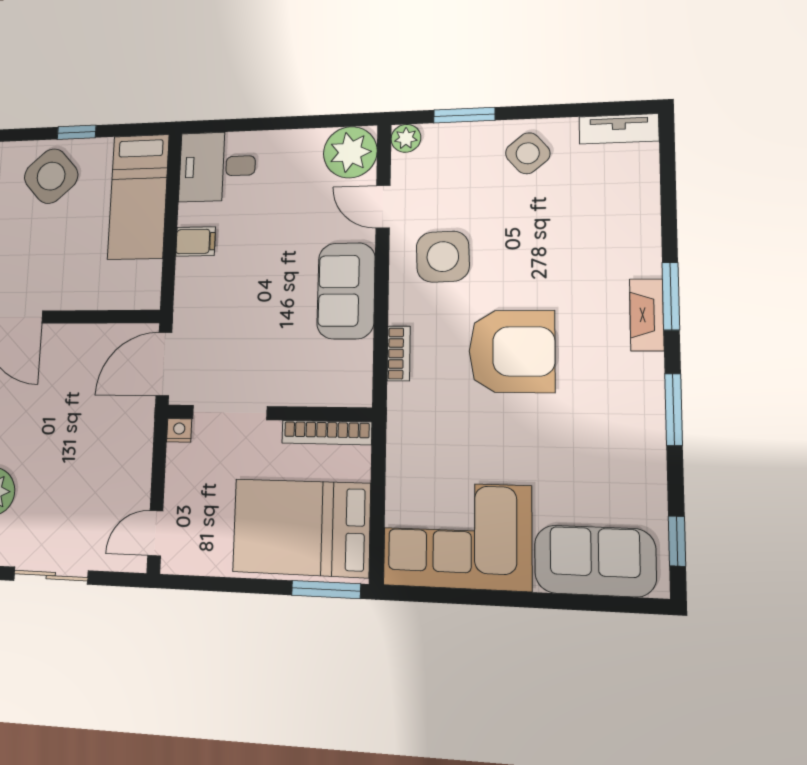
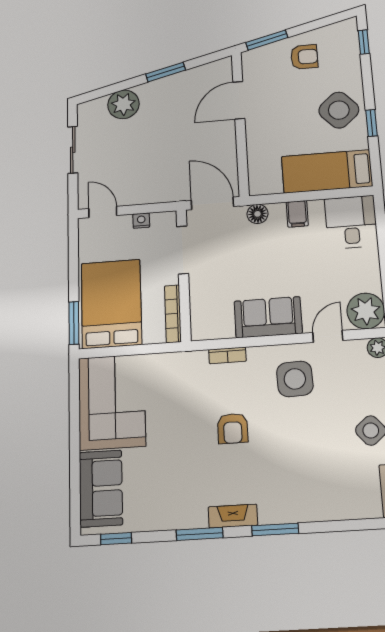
floor lamp: (188, 299) -> (257, 214), added
fireplace: (647, 315) -> (233, 516), moved
armchair: (512, 351) -> (233, 428), width x0.53, depth x0.53
nightstand: (179, 430) -> (141, 221), moved, turned -90

